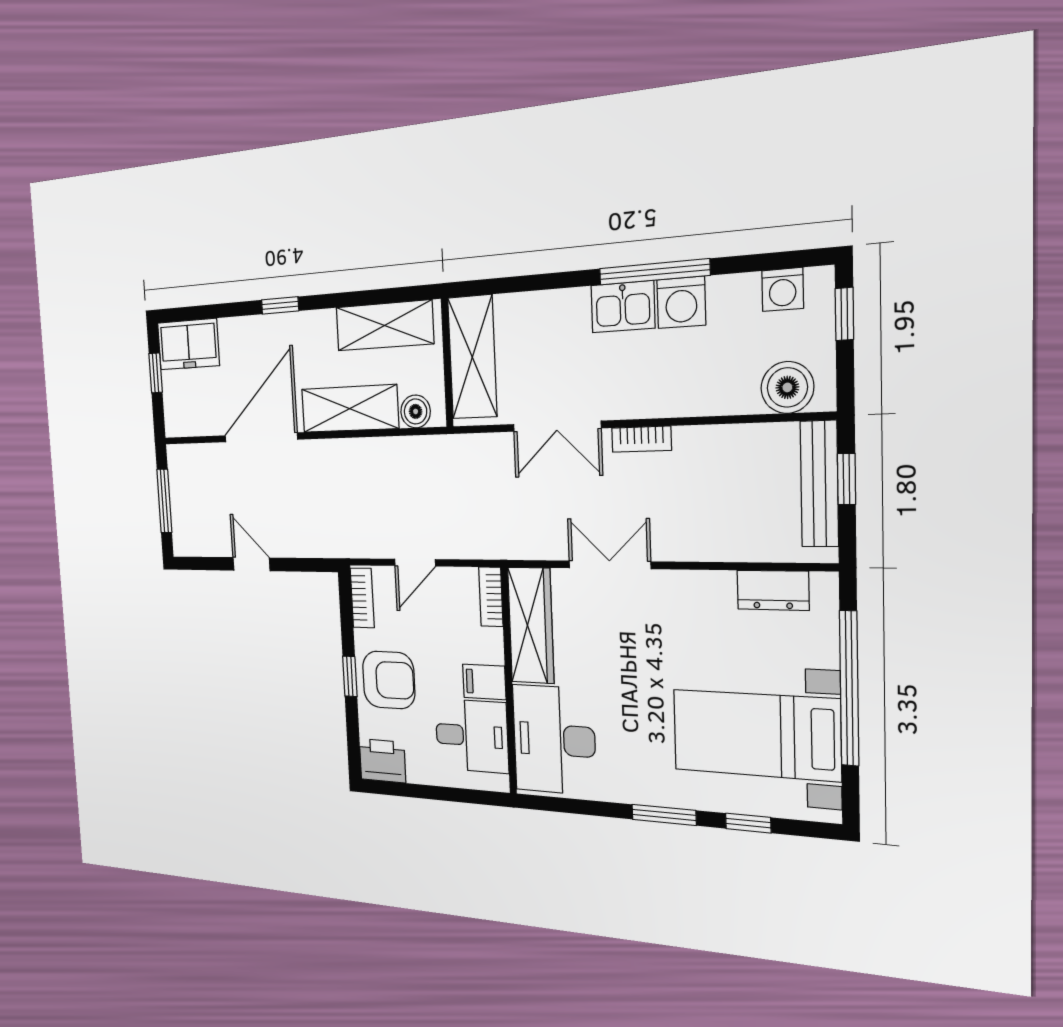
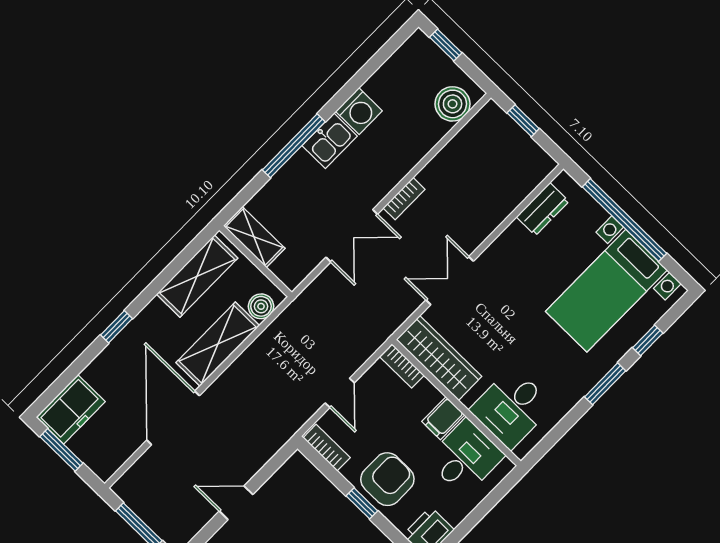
window: (654, 272) -> (294, 146), moved
washing machine: (783, 289) -> (405, 60), removed
shelving: (472, 357) -> (254, 237), width x0.67, depth x0.75
window: (156, 373) -> (61, 450), width x1.50
bench: (819, 484) -> (513, 135), removed
desk: (554, 740) -> (512, 408), width x0.73

